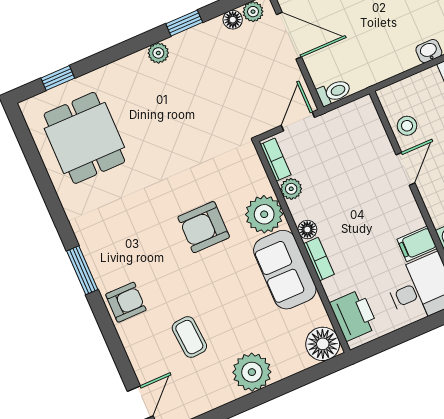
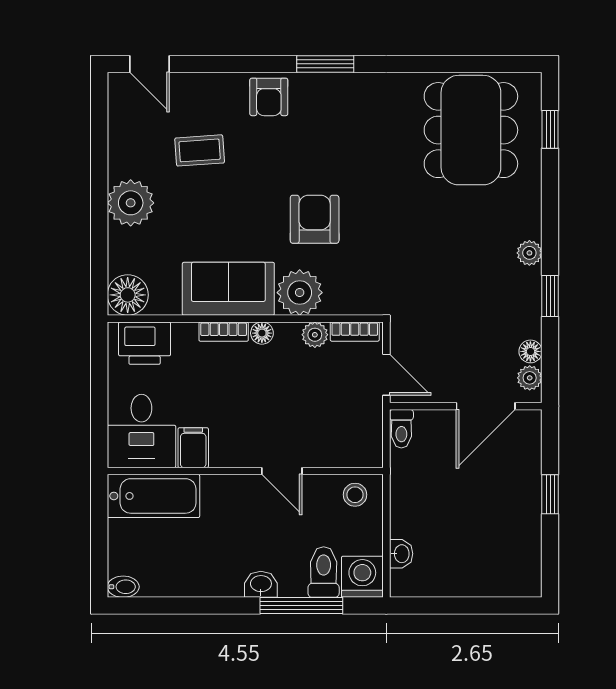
stool: (407, 126) -> (355, 495), moved
dining table: (84, 138) -> (471, 130), width x1.37

